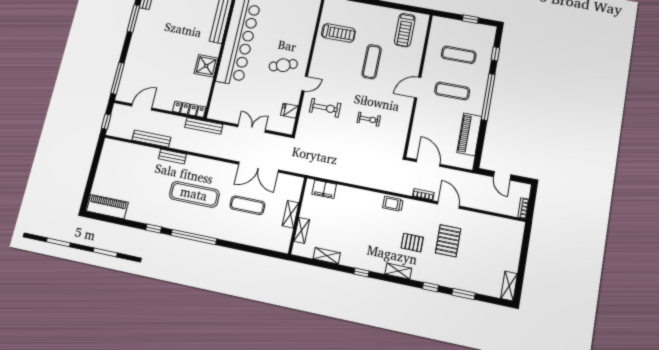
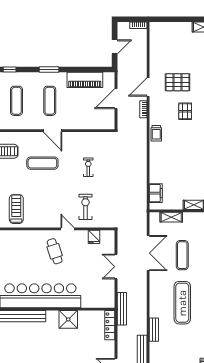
exercise mat: (372, 62) -> (42, 163), moved
window: (488, 97) -> (49, 69), width x0.47
door: (428, 163) -> (116, 99), moved
shelving: (290, 214) -> (171, 217), moved

